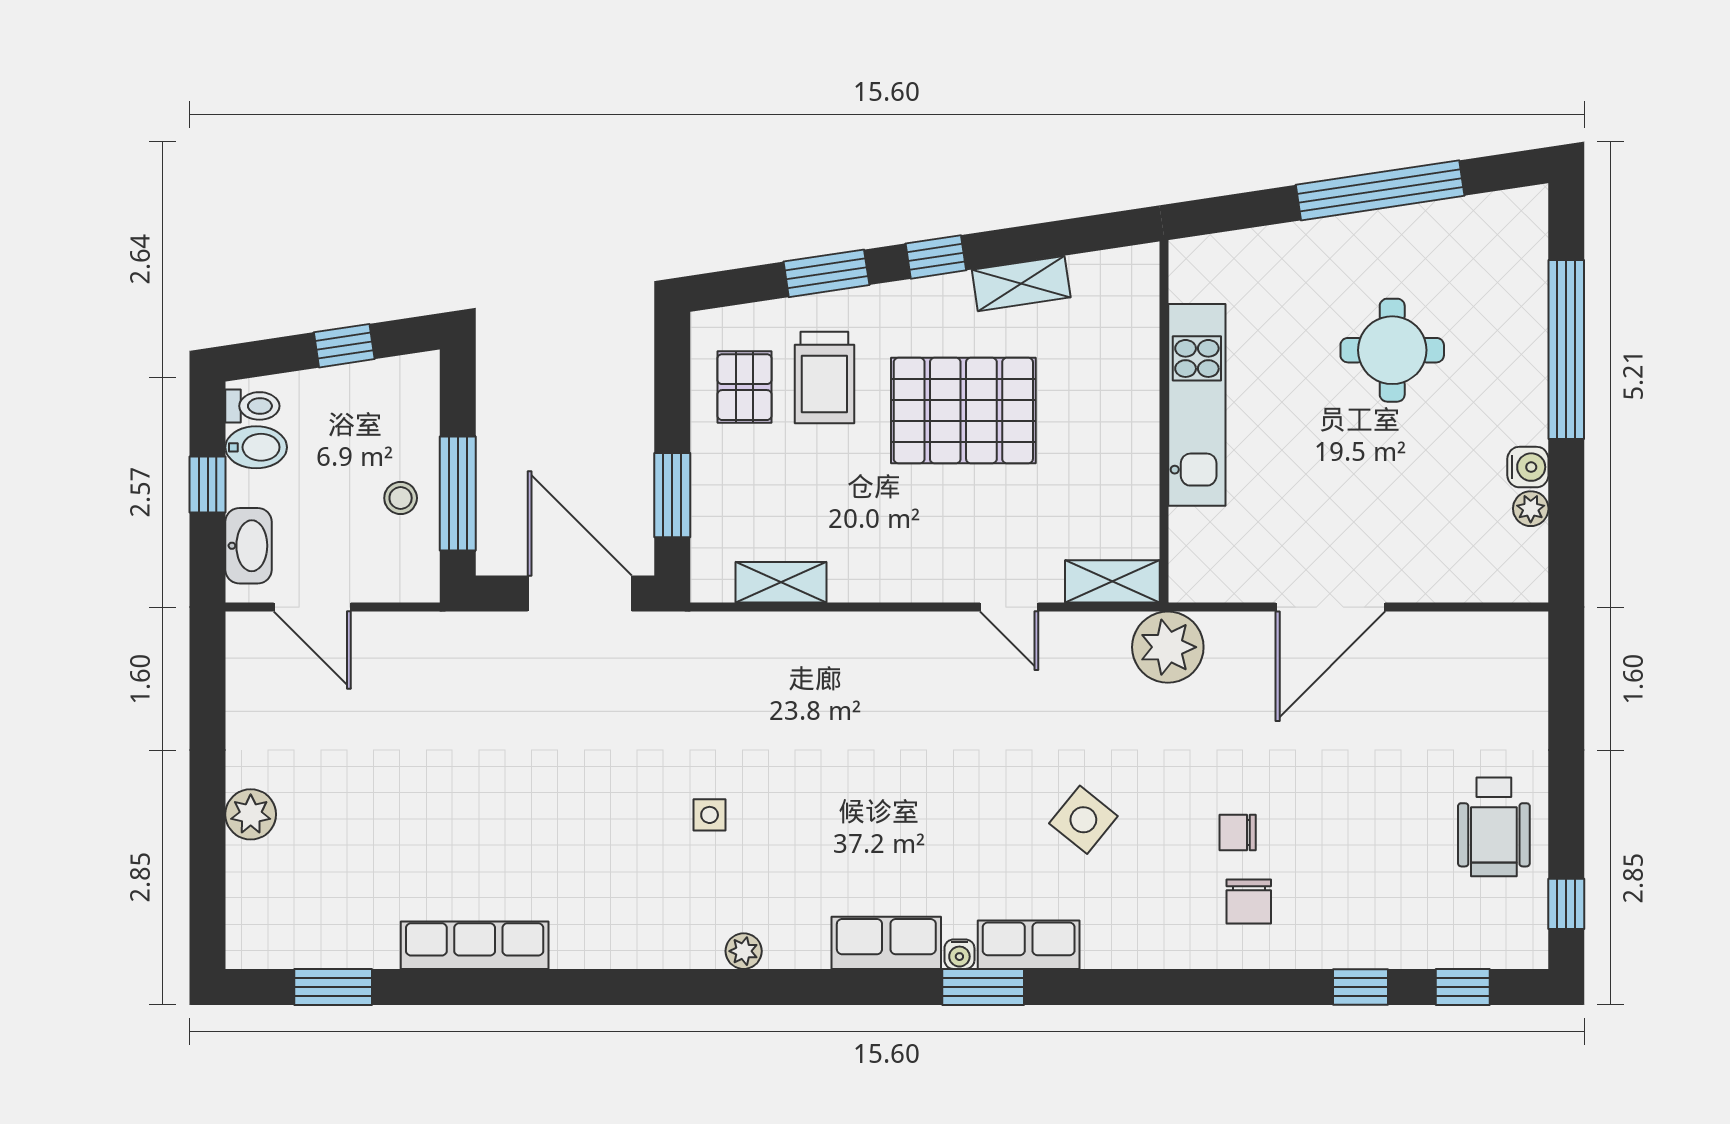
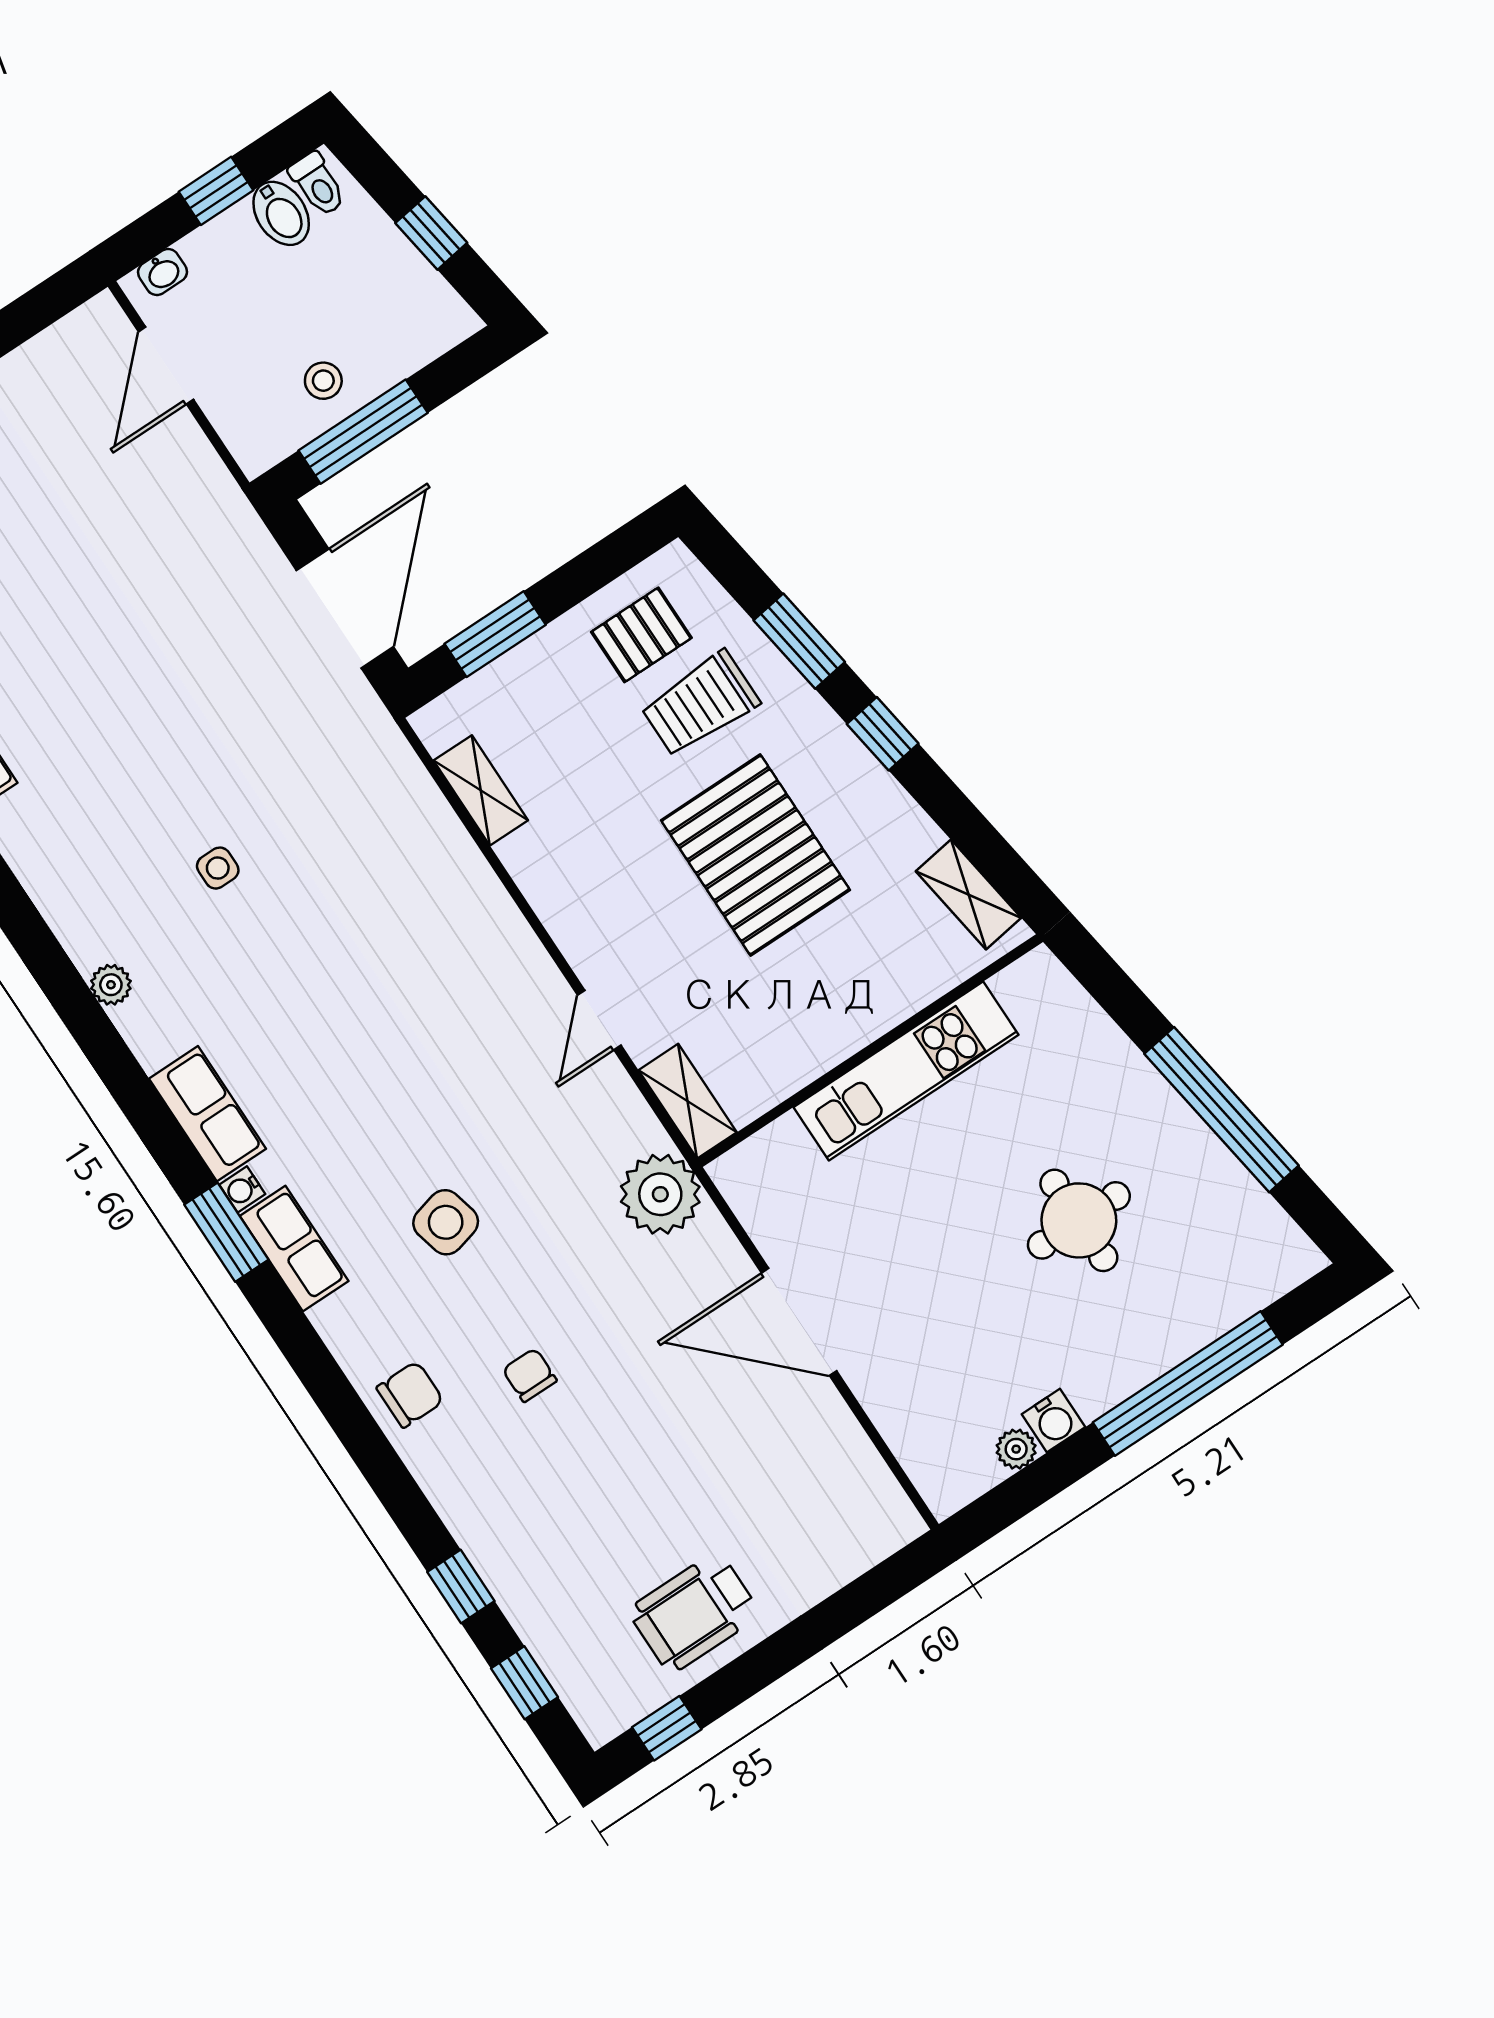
shelving: (1021, 284) -> (969, 894), moved
washbasin: (249, 546) -> (163, 272), width x0.52, depth x0.69
side table: (1083, 820) -> (446, 1222), turned 37
chair: (1249, 902) -> (410, 1394), moved, turned 180

